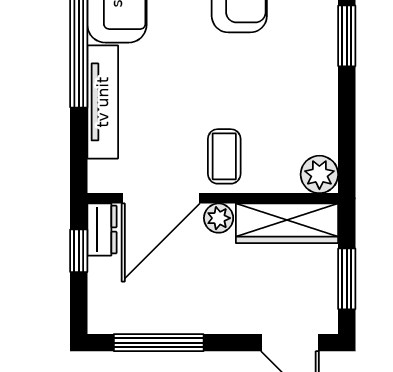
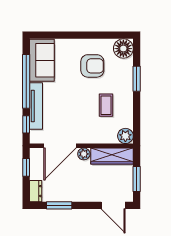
window: (79, 147) -> (26, 124), added
coffee table: (224, 156) -> (106, 105), moved
dresser: (102, 229) -> (36, 191), moved
window: (159, 343) -> (59, 205), width x0.69

